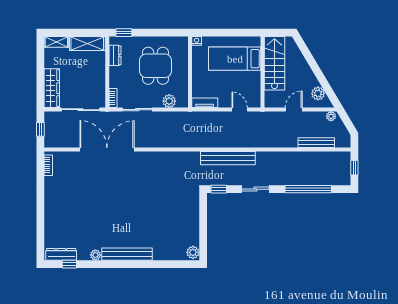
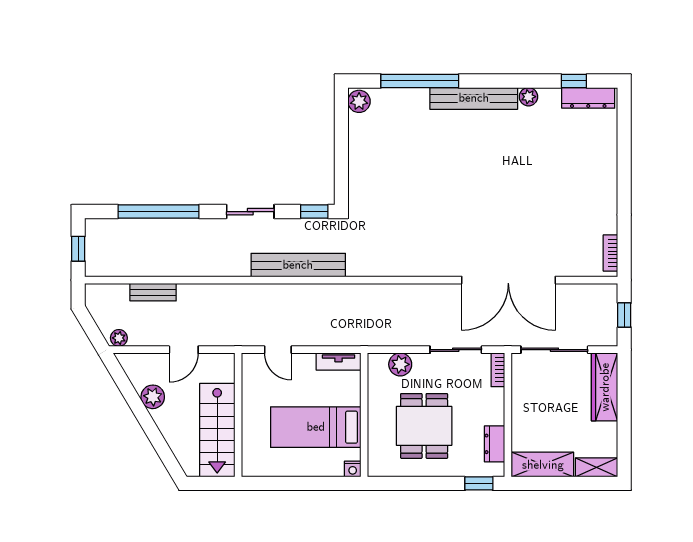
bed: (235, 59) -> (316, 427), moved, turned 180
plant: (318, 93) -> (153, 397), moved
bench: (316, 143) -> (153, 292), width x0.73
window: (158, 264) -> (420, 81), added

